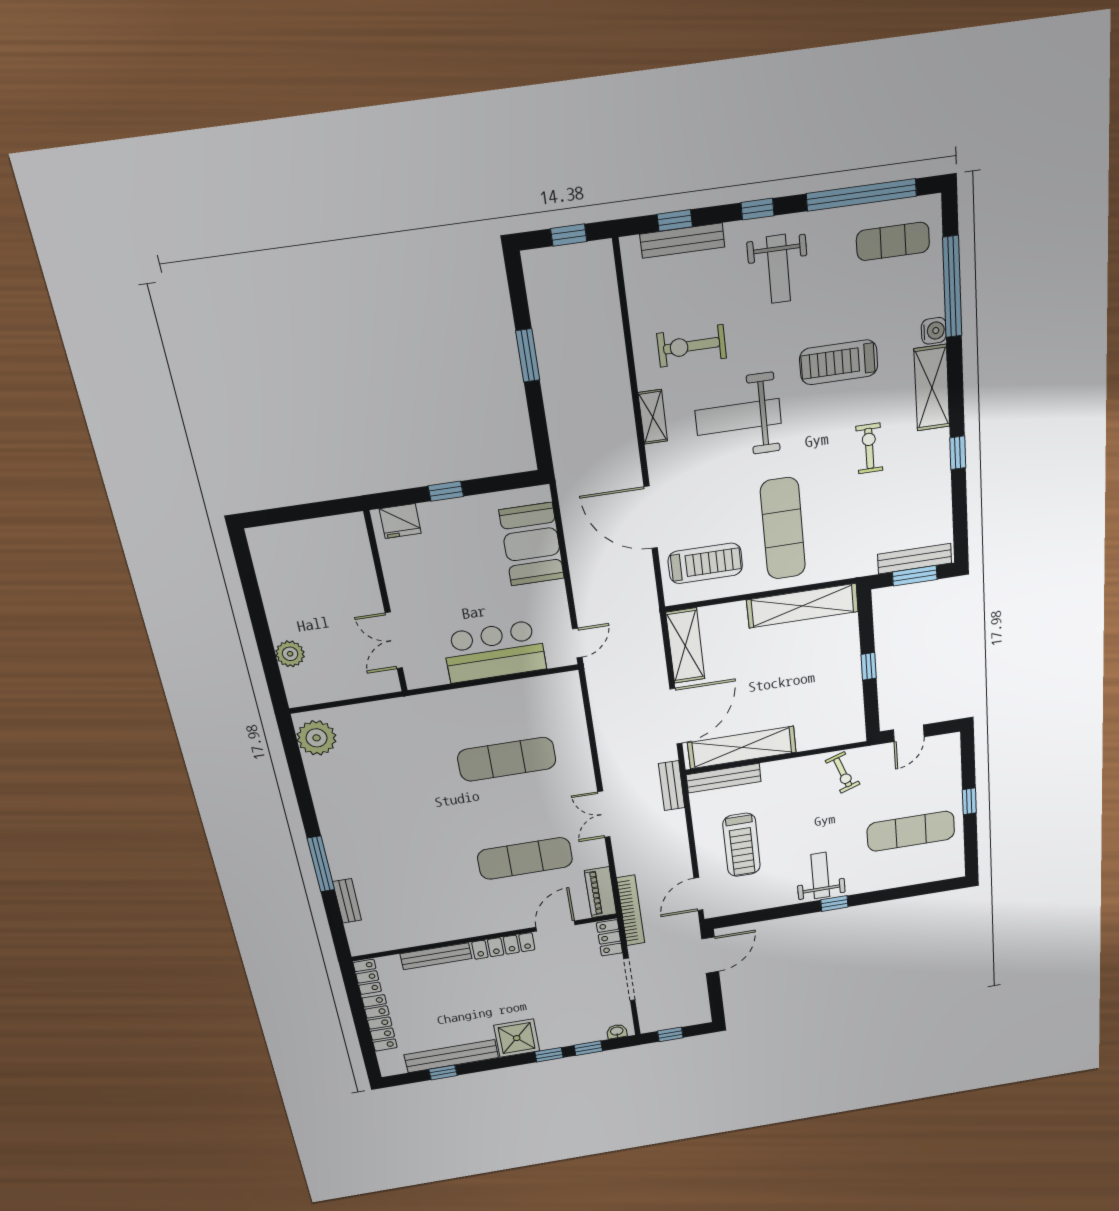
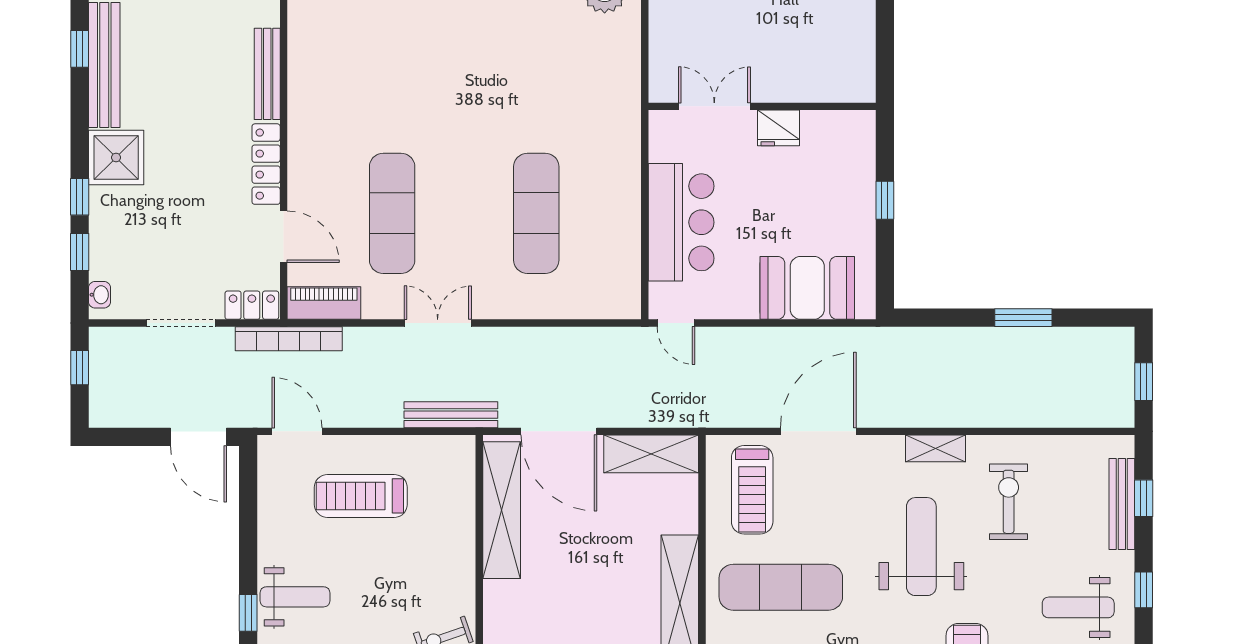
fridge: (400, 521) -> (779, 128), moved, turned -90
bench: (724, 778) -> (462, 483), removed
bench: (672, 786) -> (451, 415), width x1.36

